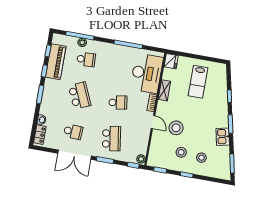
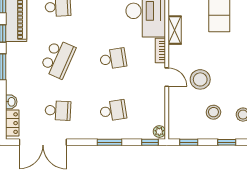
school desk: (80, 96) -> (58, 59), turned 48
school desk: (111, 139) -> (113, 111), width x0.54
double door: (75, 155) -> (43, 142), moved

